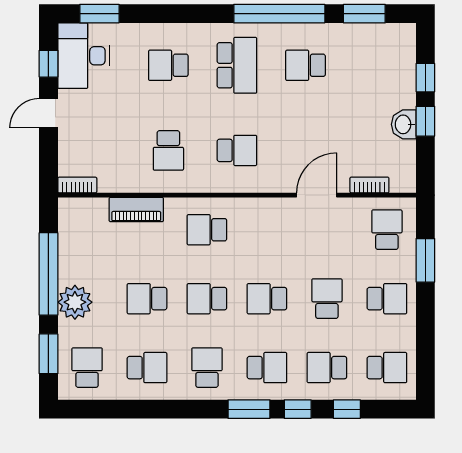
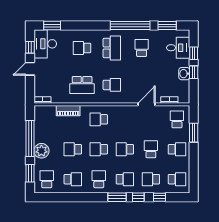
school desk: (306, 65) -> (142, 48), turned 90
desk: (390, 65) -> (178, 48), added
school desk: (168, 150) -> (82, 85), width x1.85

